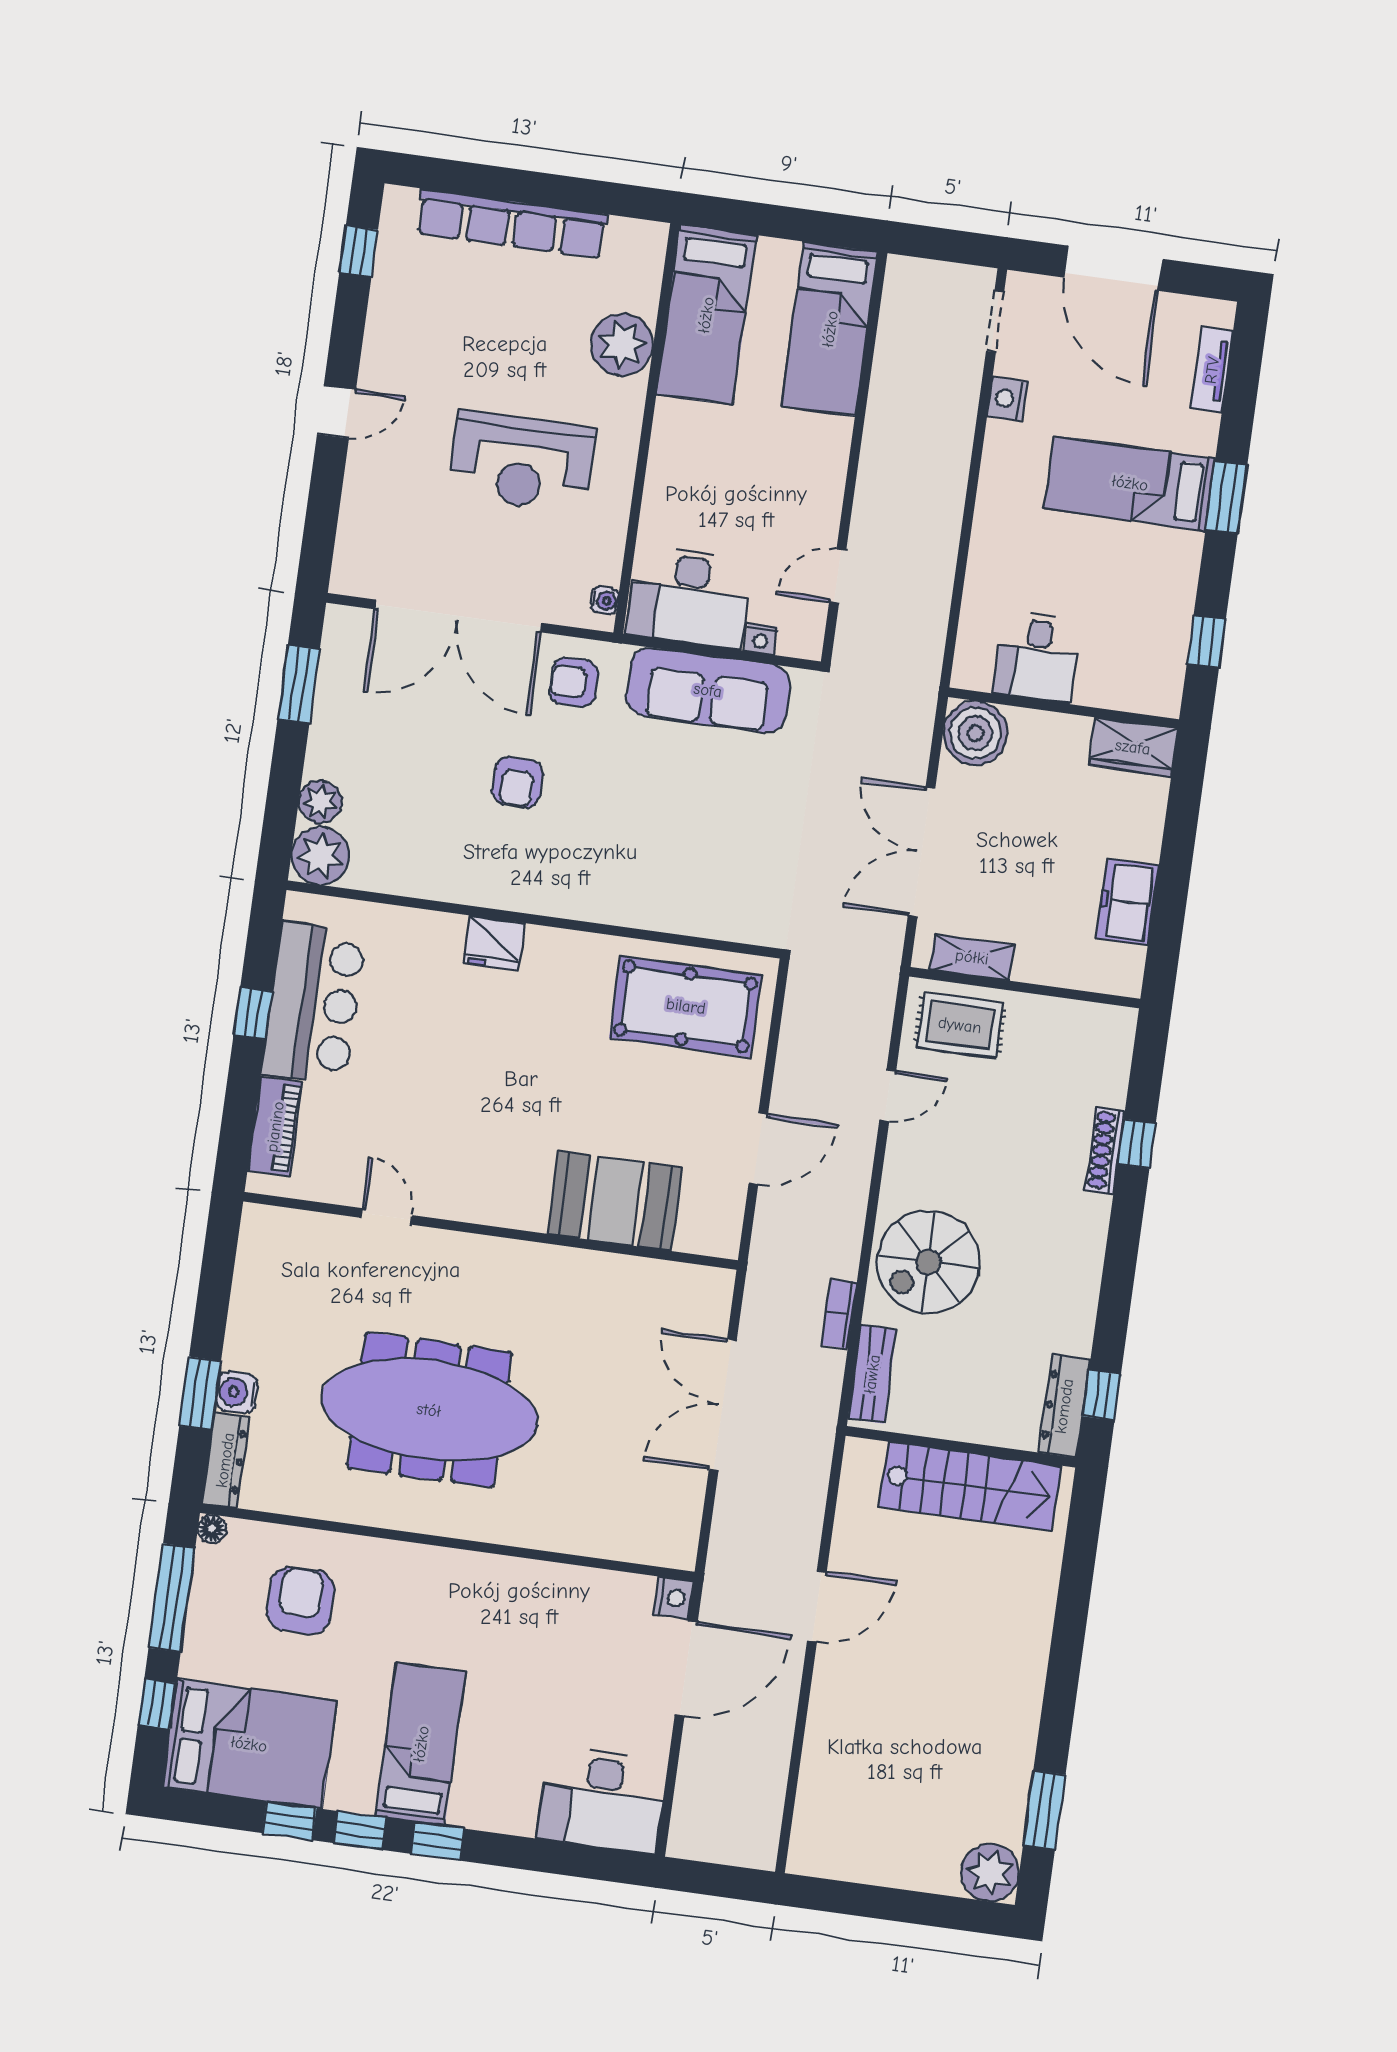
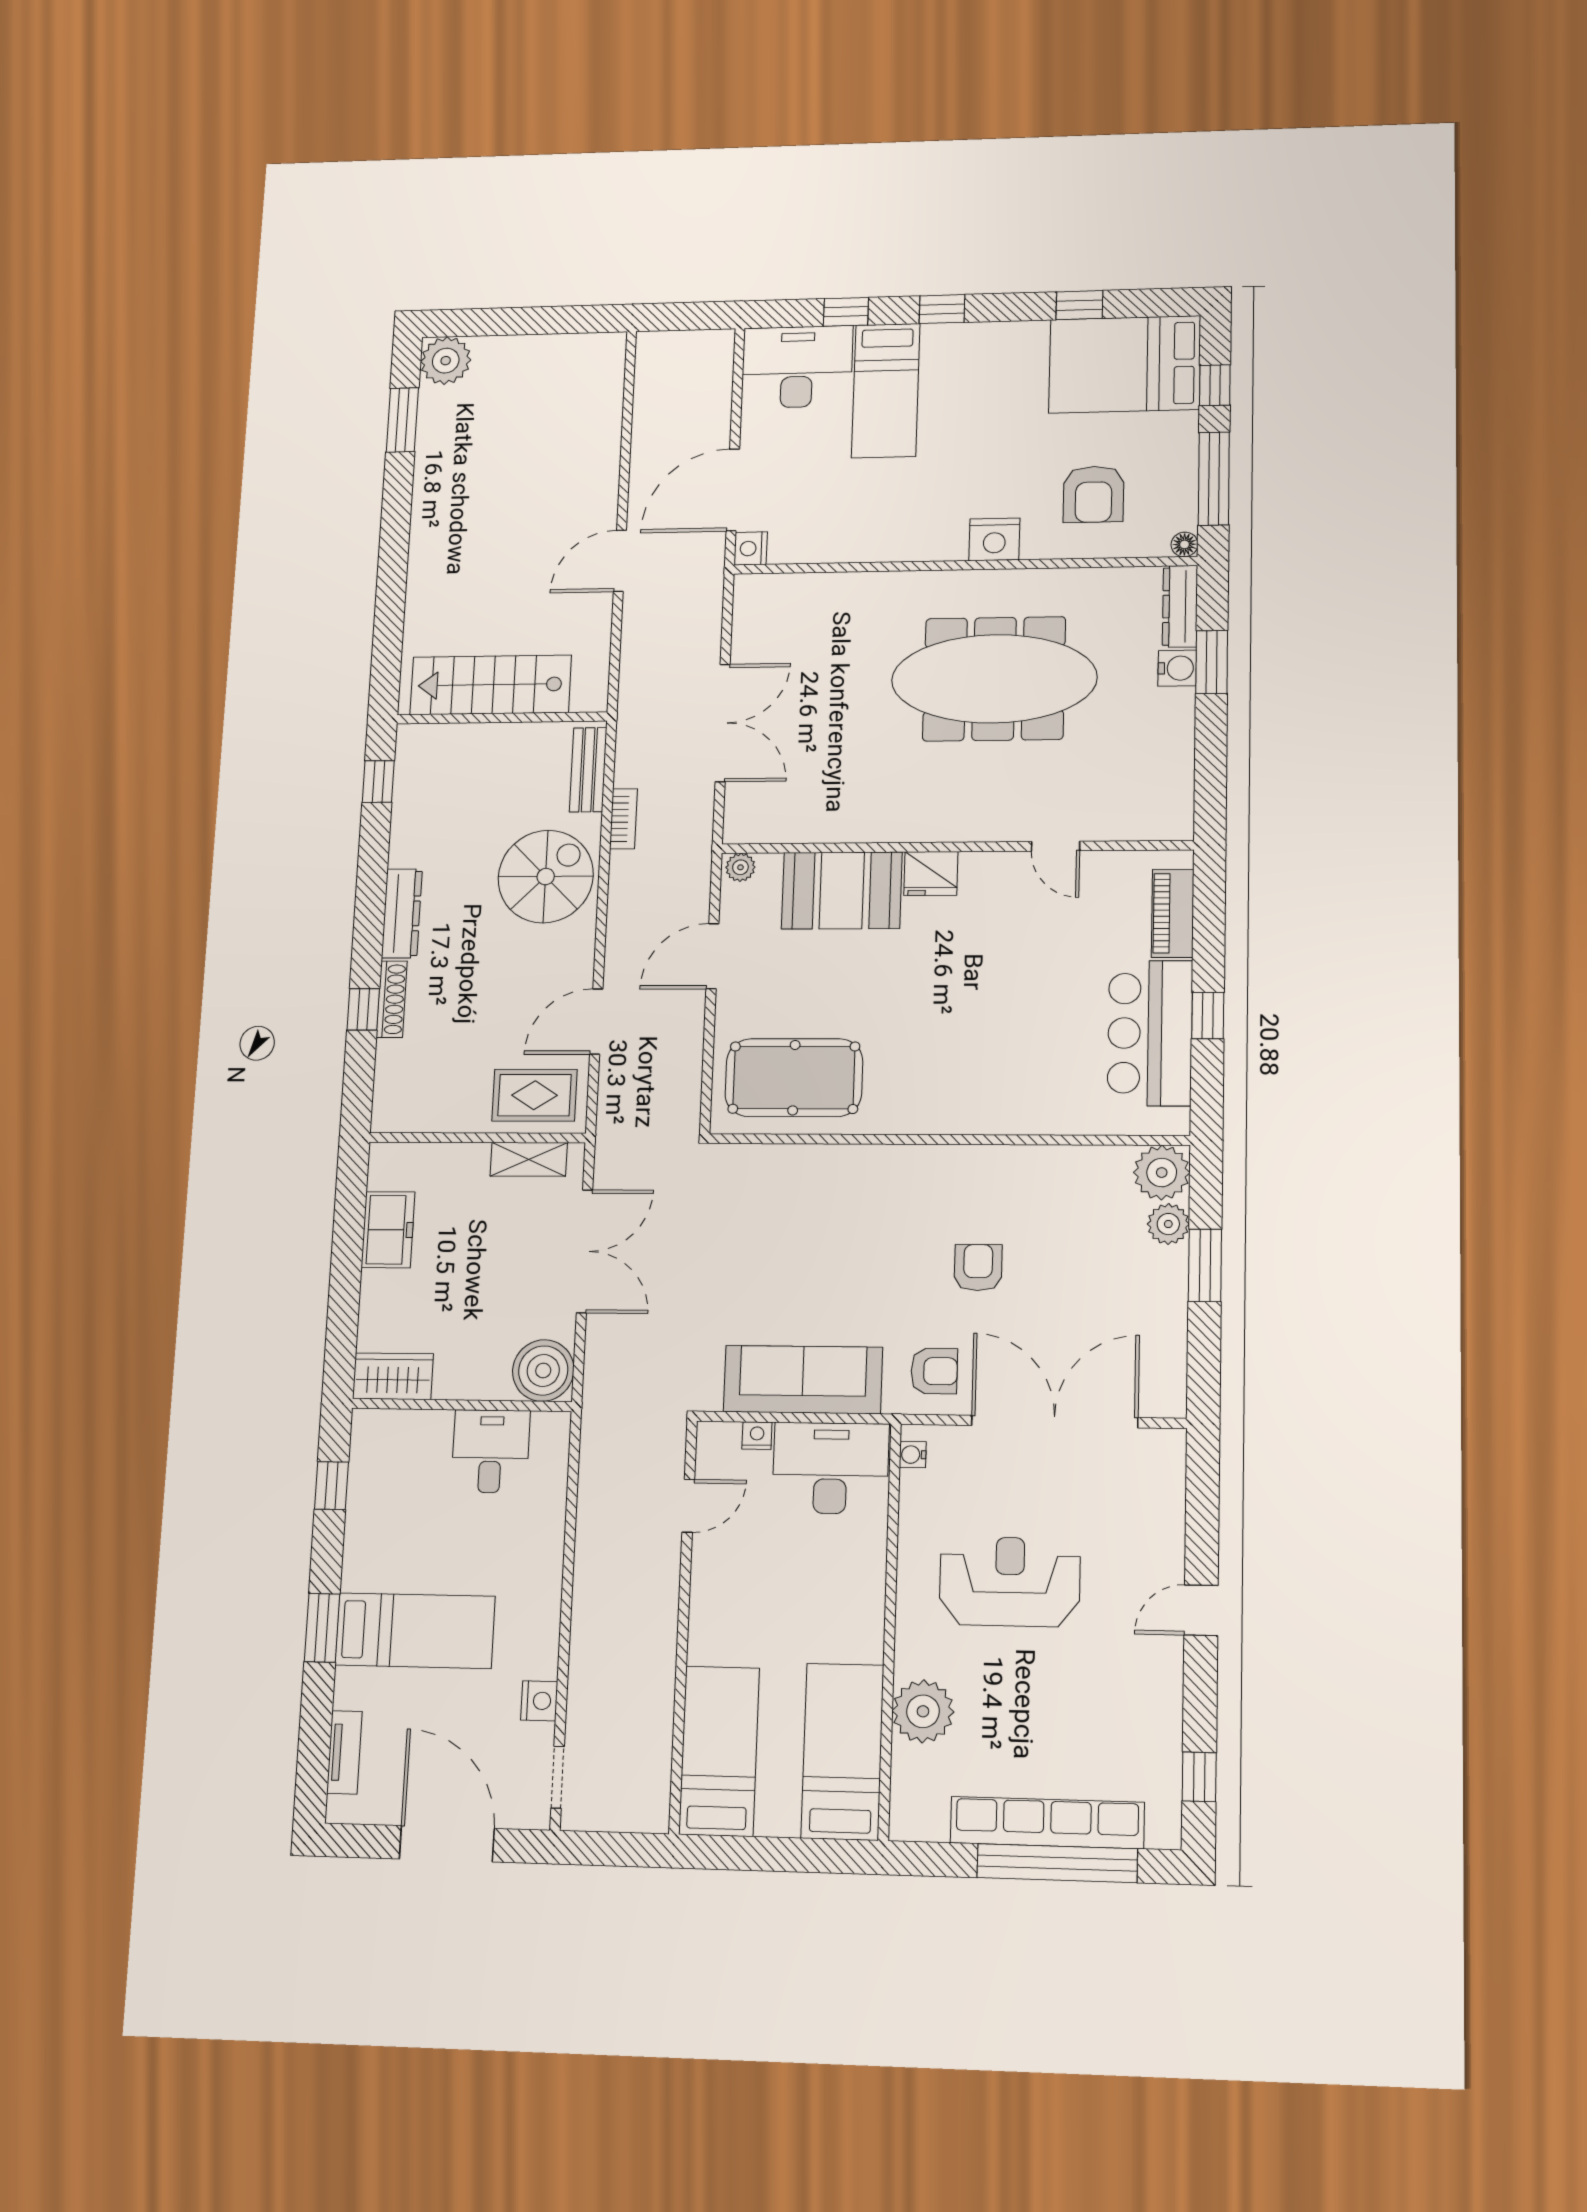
window: (507, 184) -> (1057, 1863), added
window: (299, 684) -> (1205, 1265), moved
fridge: (494, 943) -> (931, 873), moved, turned 180
door: (888, 1095) -> (596, 1022), width x1.37
plant: (719, 1242) -> (740, 867), added
dresser: (1064, 1406) -> (402, 913), moved
nightstand: (411, 1566) -> (994, 539), added
bed: (421, 1744) -> (886, 391), moved
window: (360, 1831) -> (846, 312), moved

